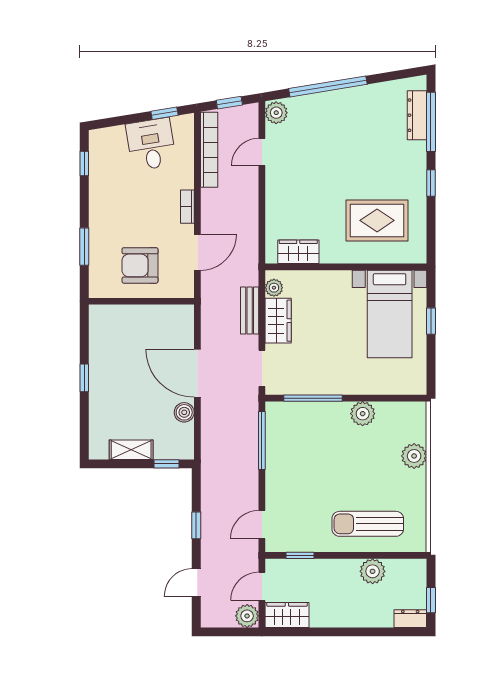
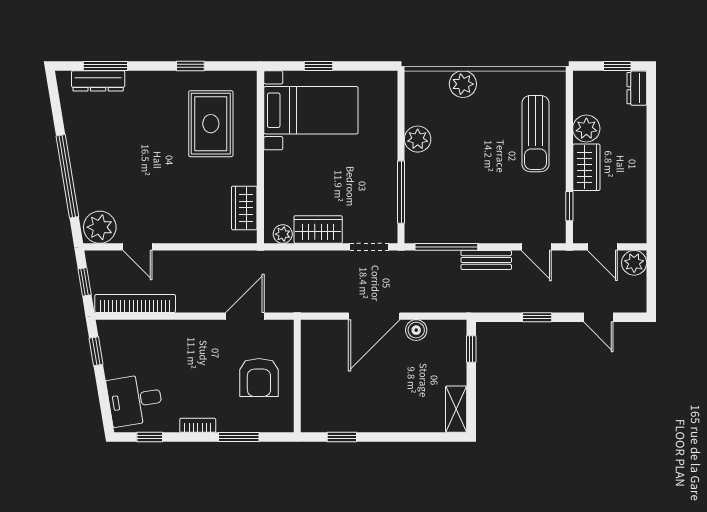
plant: (276, 113) -> (100, 227), width x1.36, depth x1.36
window: (431, 122) -> (105, 66), width x0.69
desk: (151, 144) -> (135, 400), moved
window: (431, 183) -> (190, 66), moved
bookcase: (187, 207) -> (198, 425), moved, turned 180
door: (197, 252) -> (245, 316), hinge flipped
bench: (250, 310) -> (486, 260), moved
window: (84, 378) -> (342, 437), moved
shelving: (131, 450) -> (456, 409), moved
wardrobe: (287, 615) -> (586, 167), moved, turned 180

